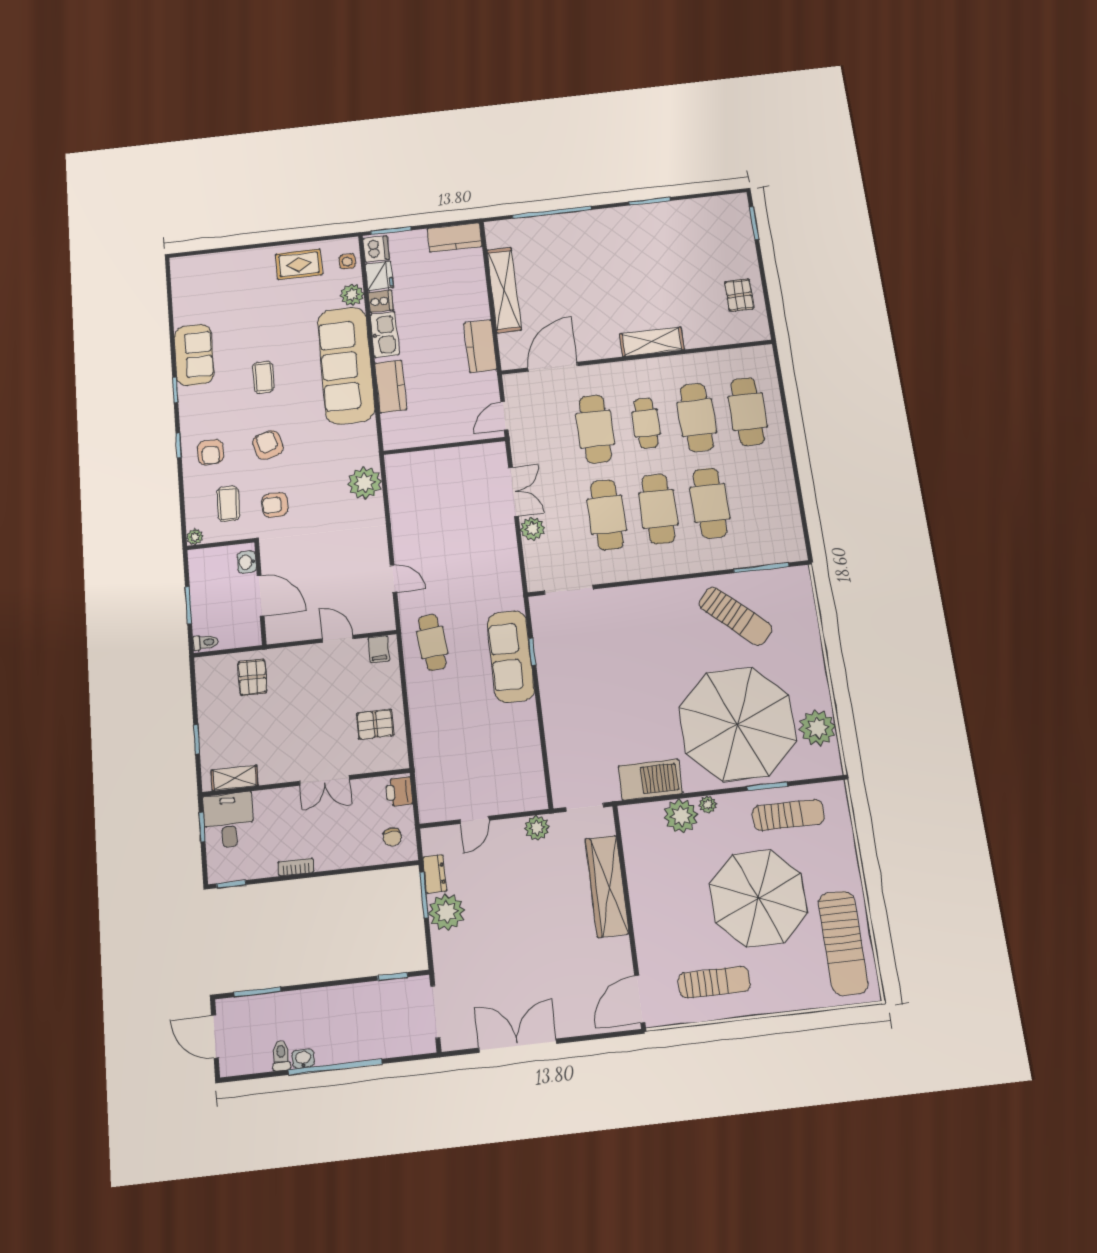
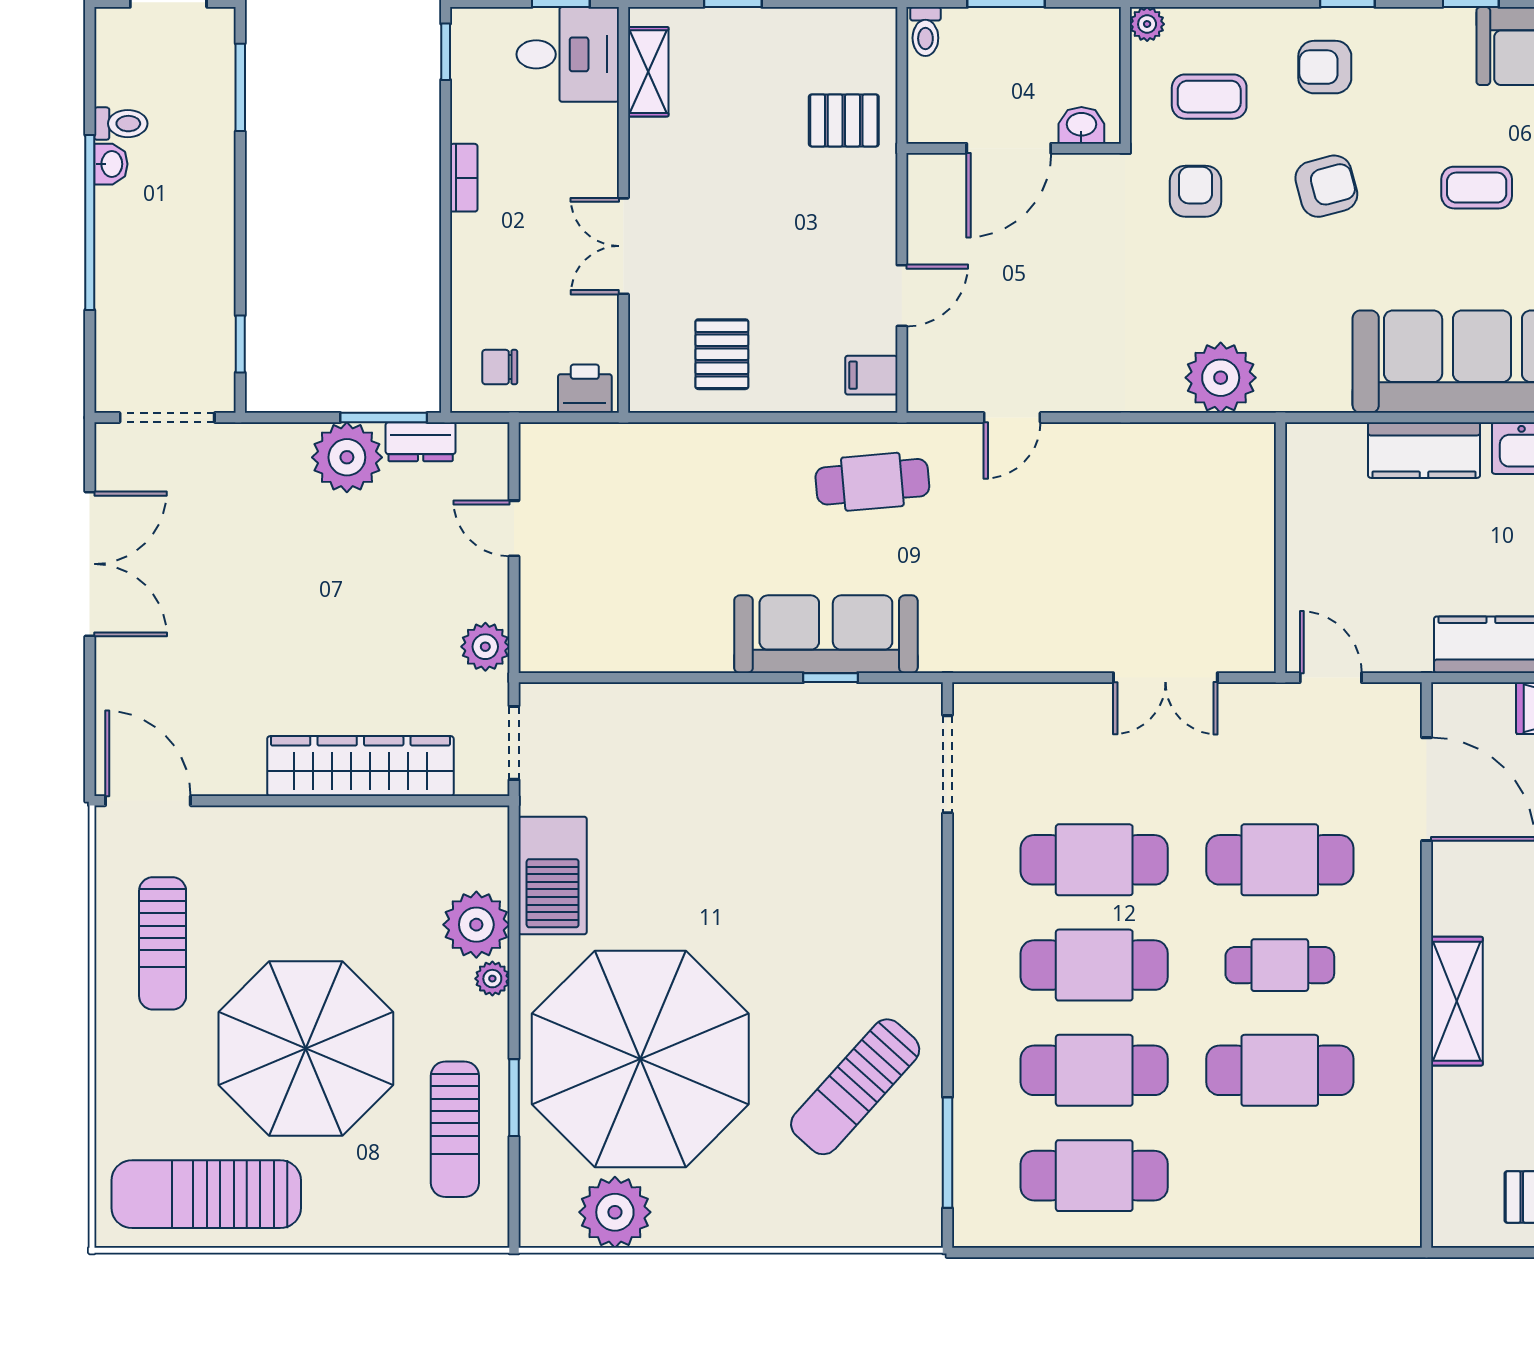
cafe table: (748, 412) -> (1094, 1176), moved
plant: (533, 529) -> (1083, 707), removed

